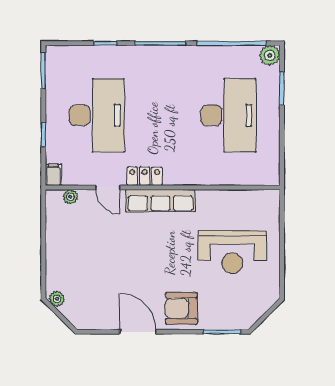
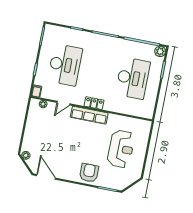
locker: (145, 176) -> (94, 103), moved
door: (108, 188) -> (63, 103), hinge flipped
reception desk: (232, 252) -> (121, 149), turned -90
armchair: (181, 308) -> (89, 173), turned 90
door: (138, 332) -> (46, 177), moved

